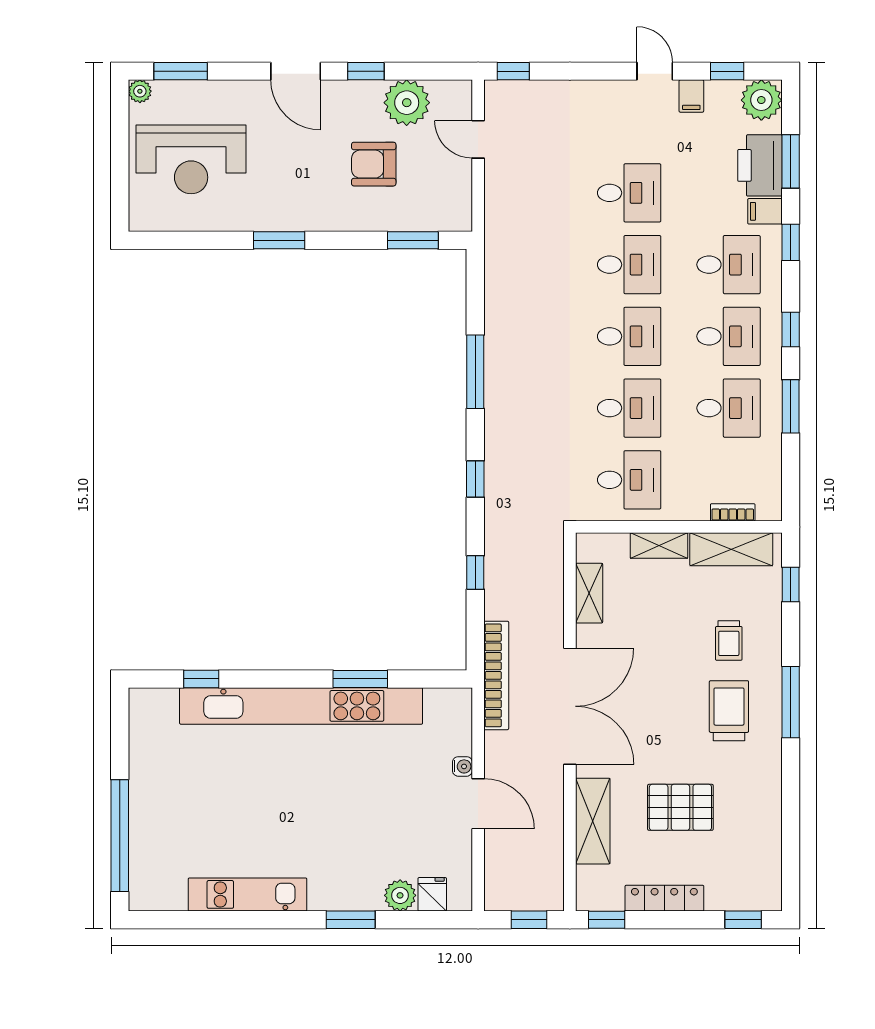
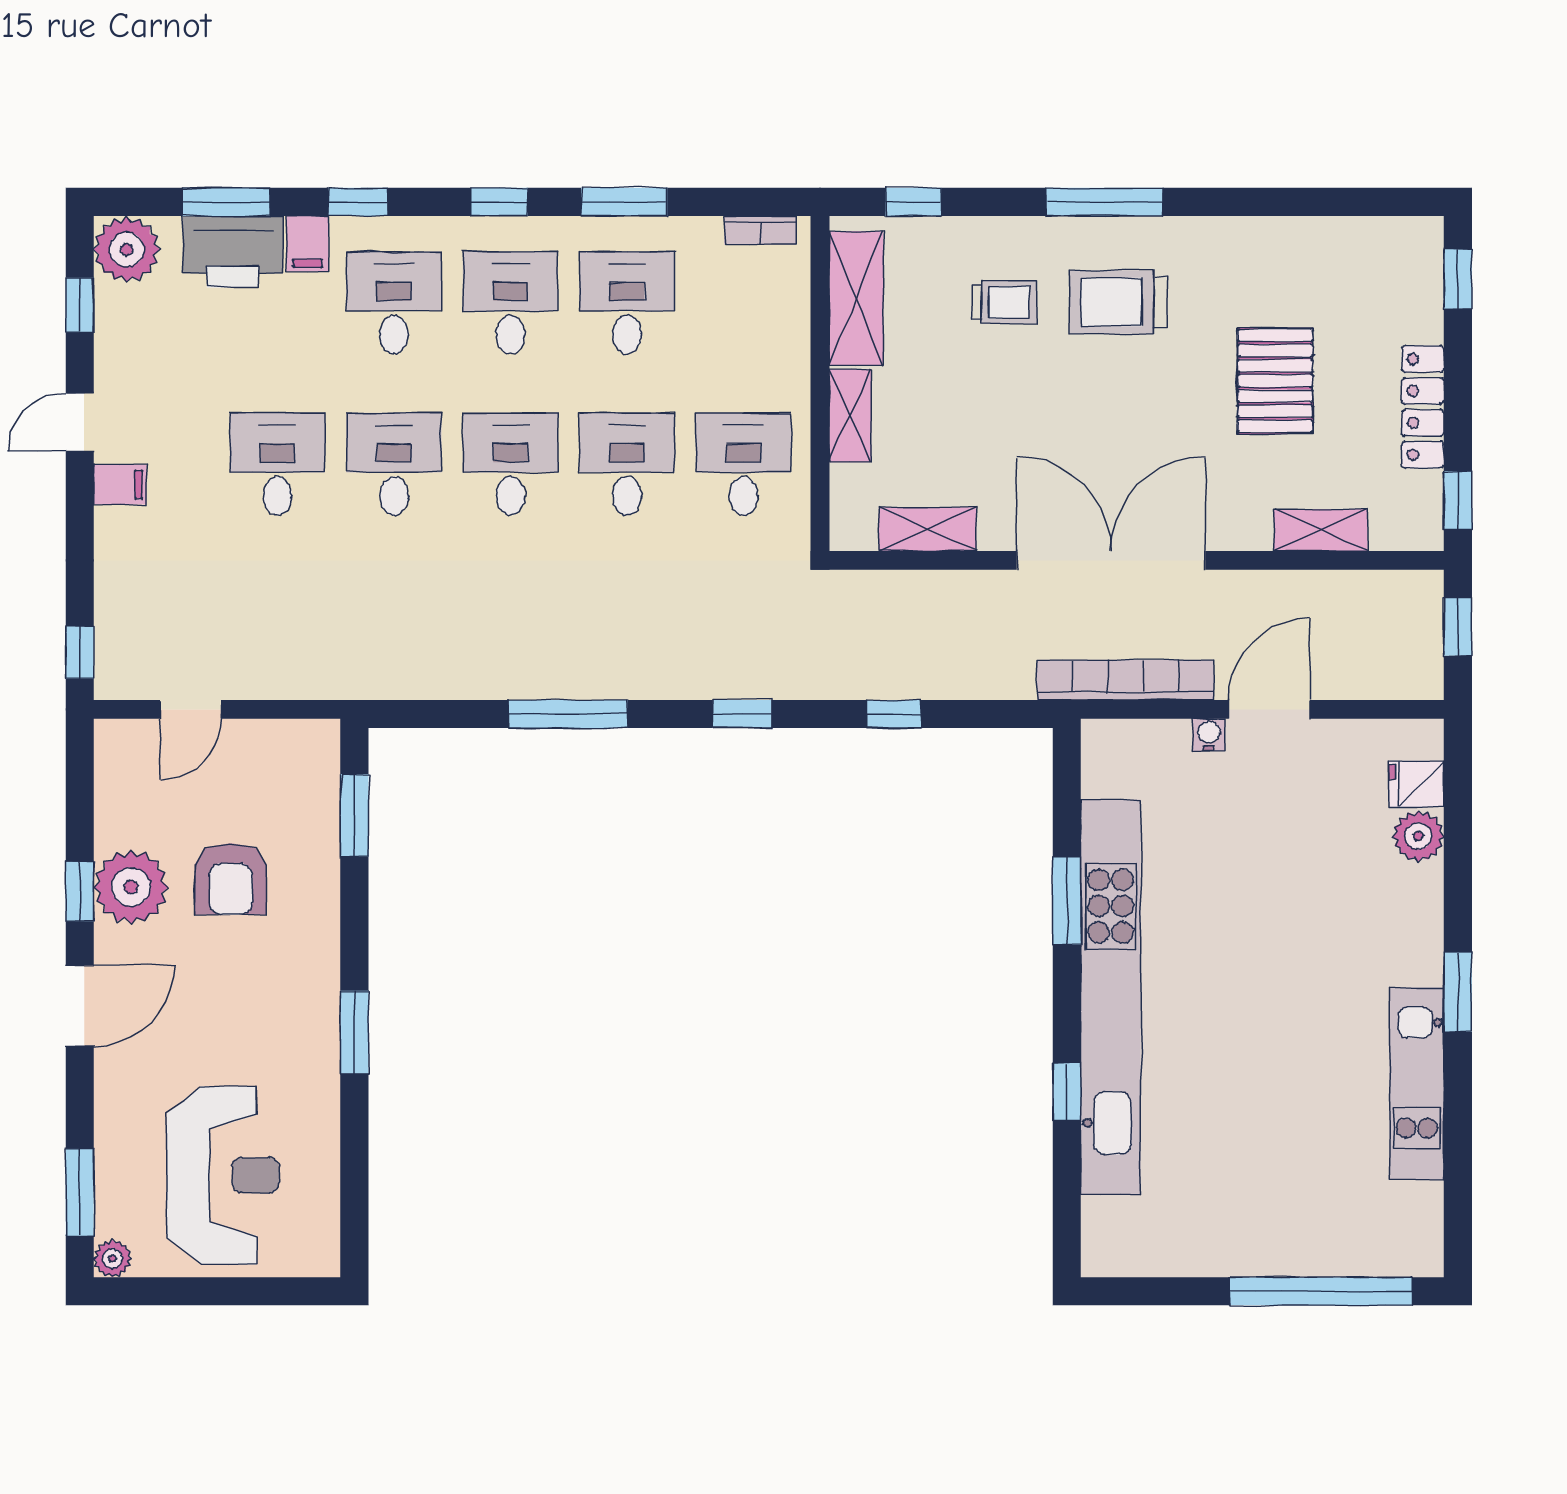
filing cabinet: (691, 96) -> (120, 484), moved
plant: (407, 103) -> (131, 887), moved
bookcase: (733, 512) -> (760, 230), moved, turned -90
bookcase: (496, 675) -> (1126, 680), moved
window: (201, 679) -> (1067, 1092), moved
shelving: (593, 821) -> (1321, 530), width x0.67, depth x0.75
window: (351, 920) -> (1458, 992), moved

